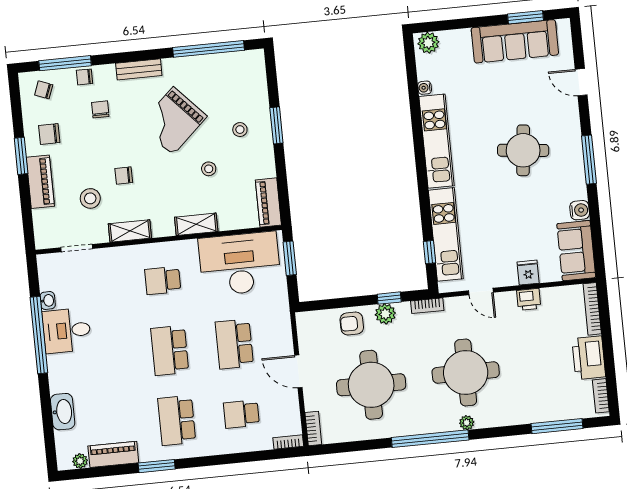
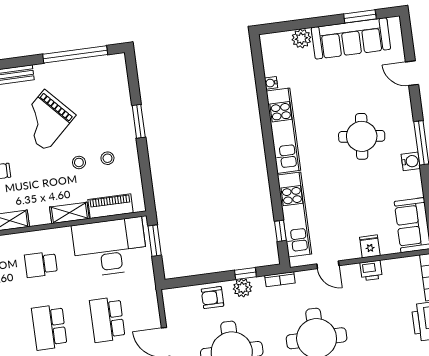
plant: (428, 43) -> (301, 38), moved
stool: (240, 130) -> (107, 158), moved
piano: (268, 203) -> (111, 206), moved, turned 90
water cooler: (580, 210) -> (411, 161), moved

